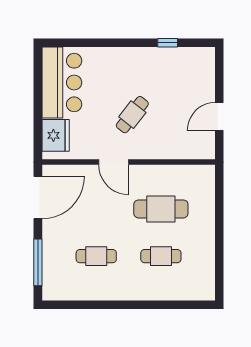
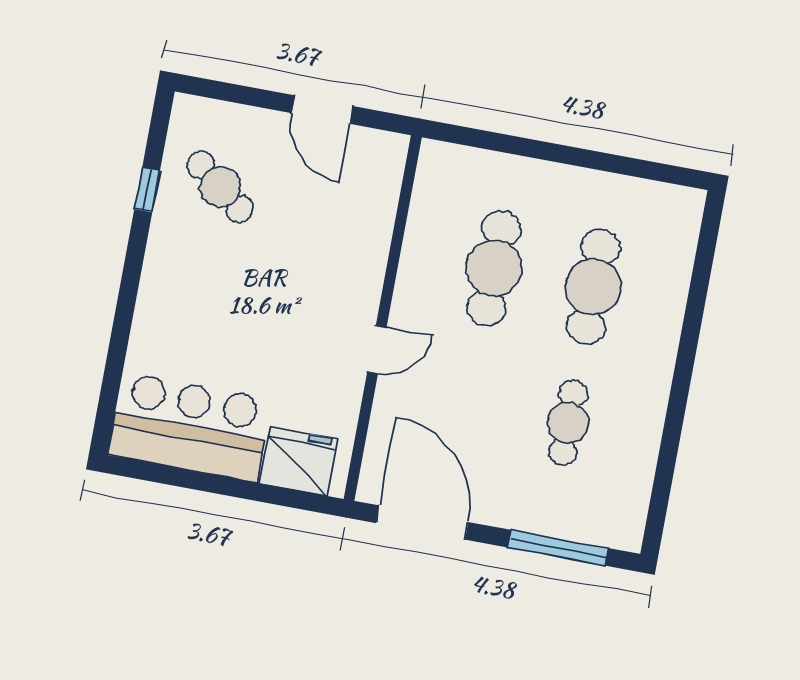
cafe table: (132, 115) -> (220, 187), moved
door: (114, 162) -> (377, 350), width x0.73
cafe table: (161, 256) -> (593, 287), width x1.37, depth x1.35

